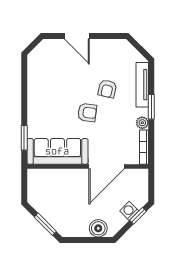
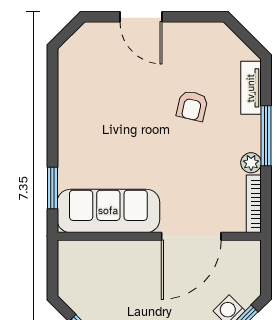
tv unit: (142, 85) -> (251, 88), width x0.71
window: (151, 107) -> (266, 136), width x1.44
armchair: (87, 113) -> (158, 146), removed

